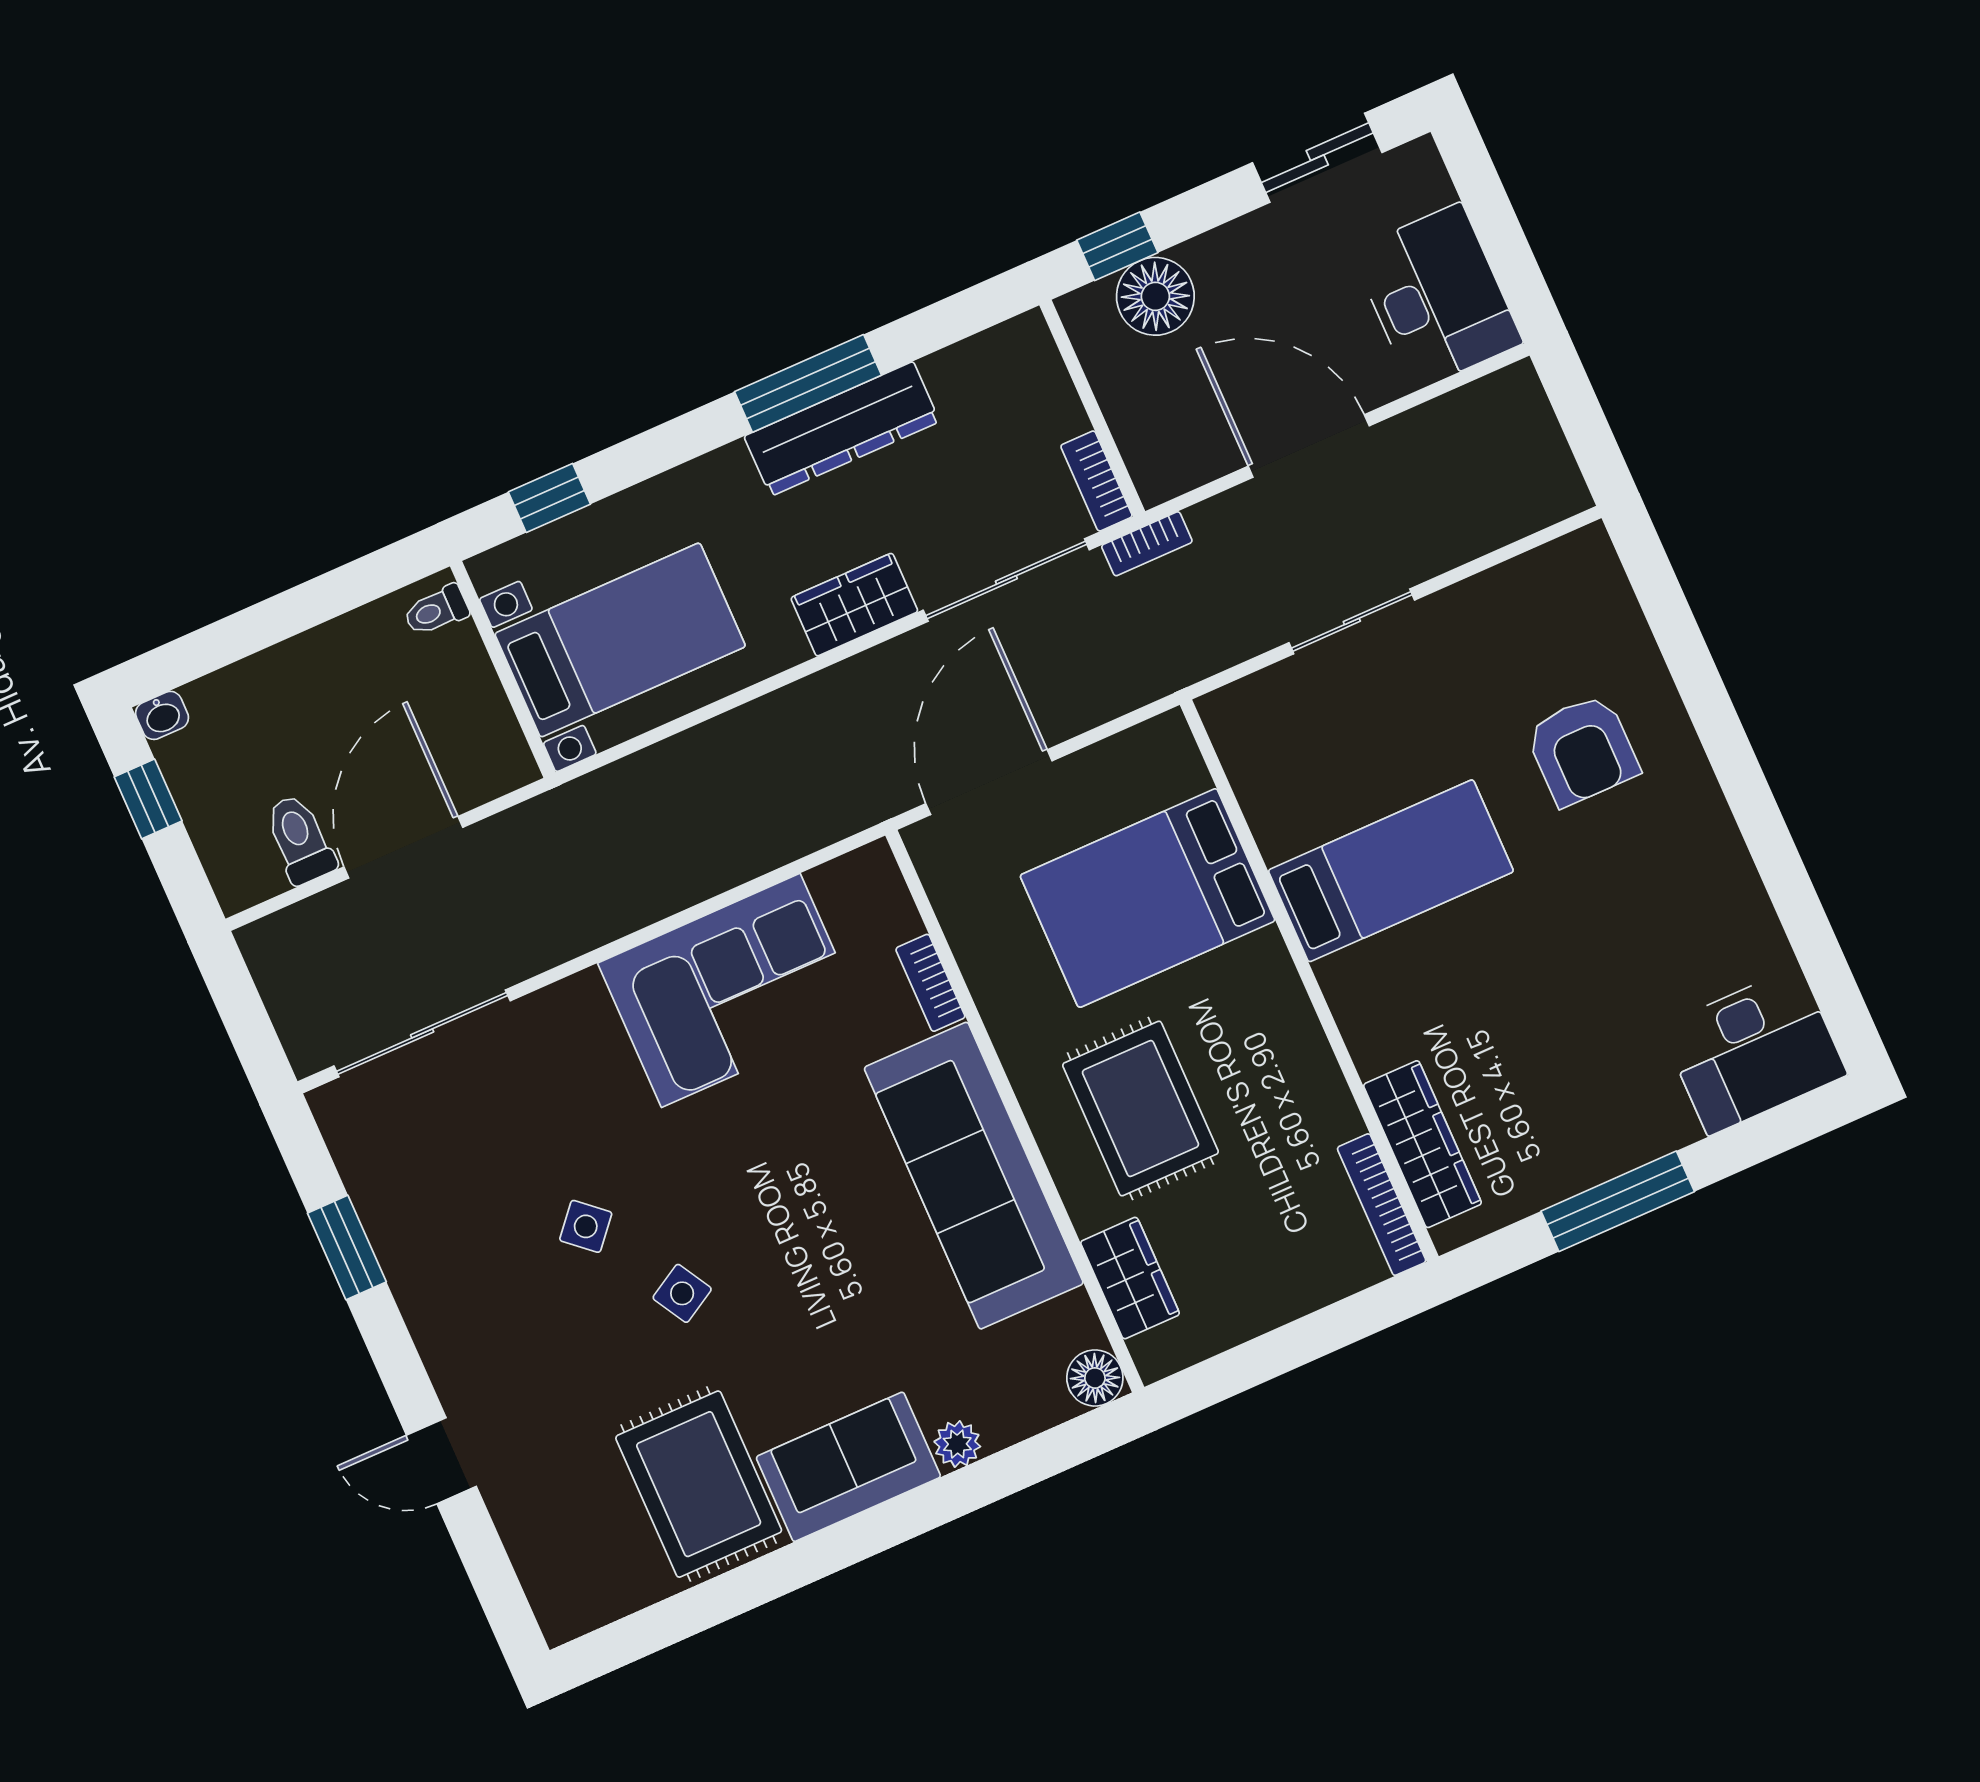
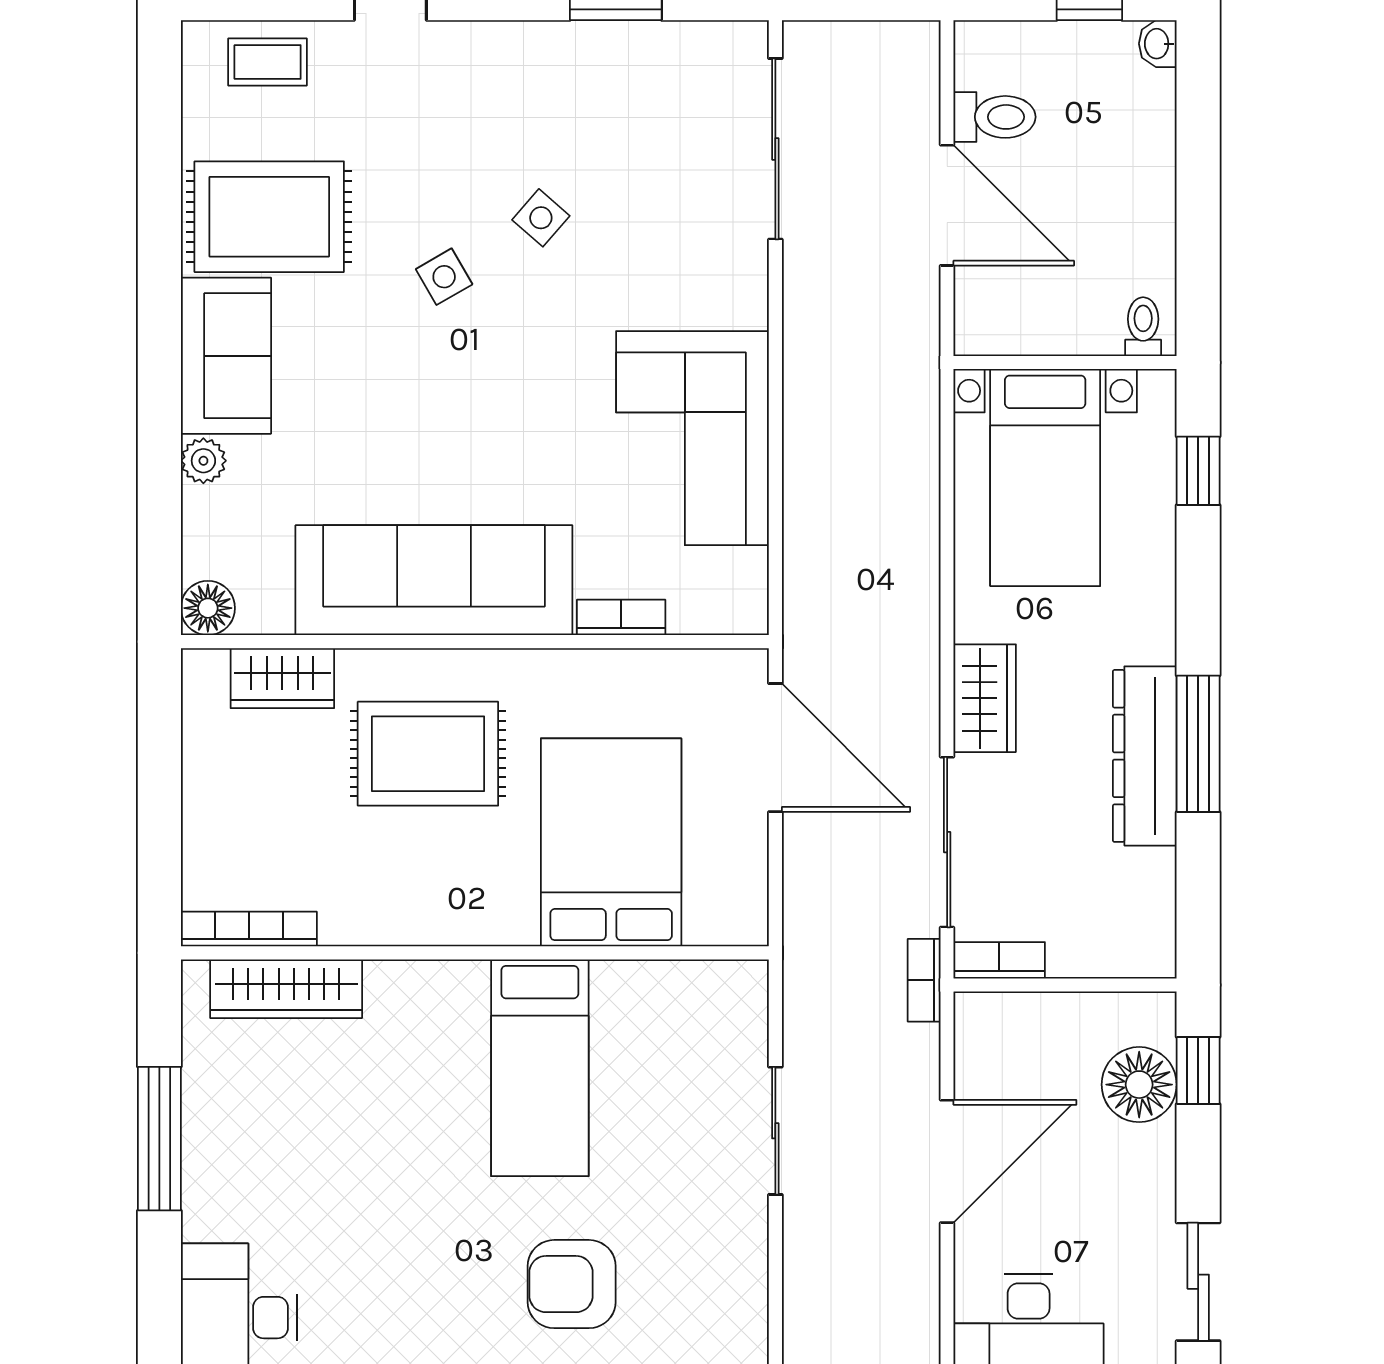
coffee table: (553, 1551) -> (268, 62), added

